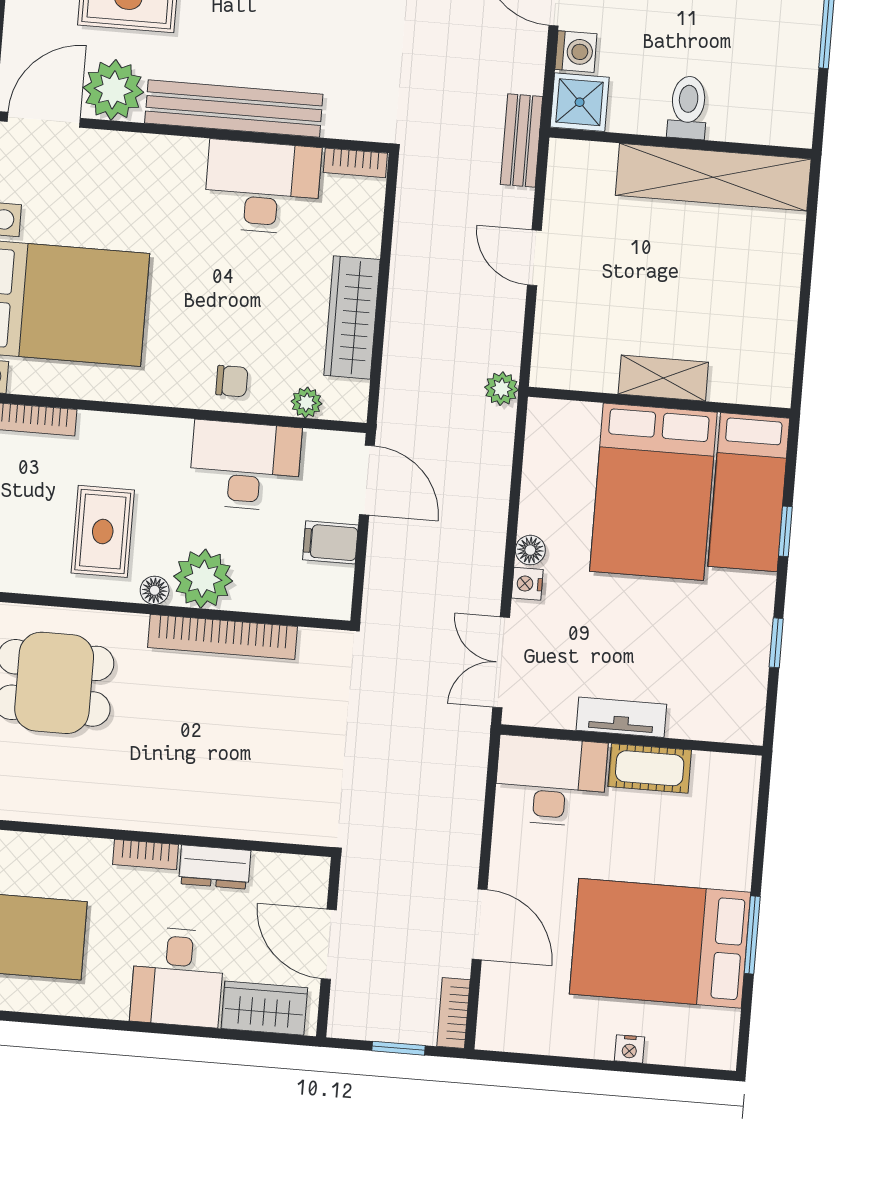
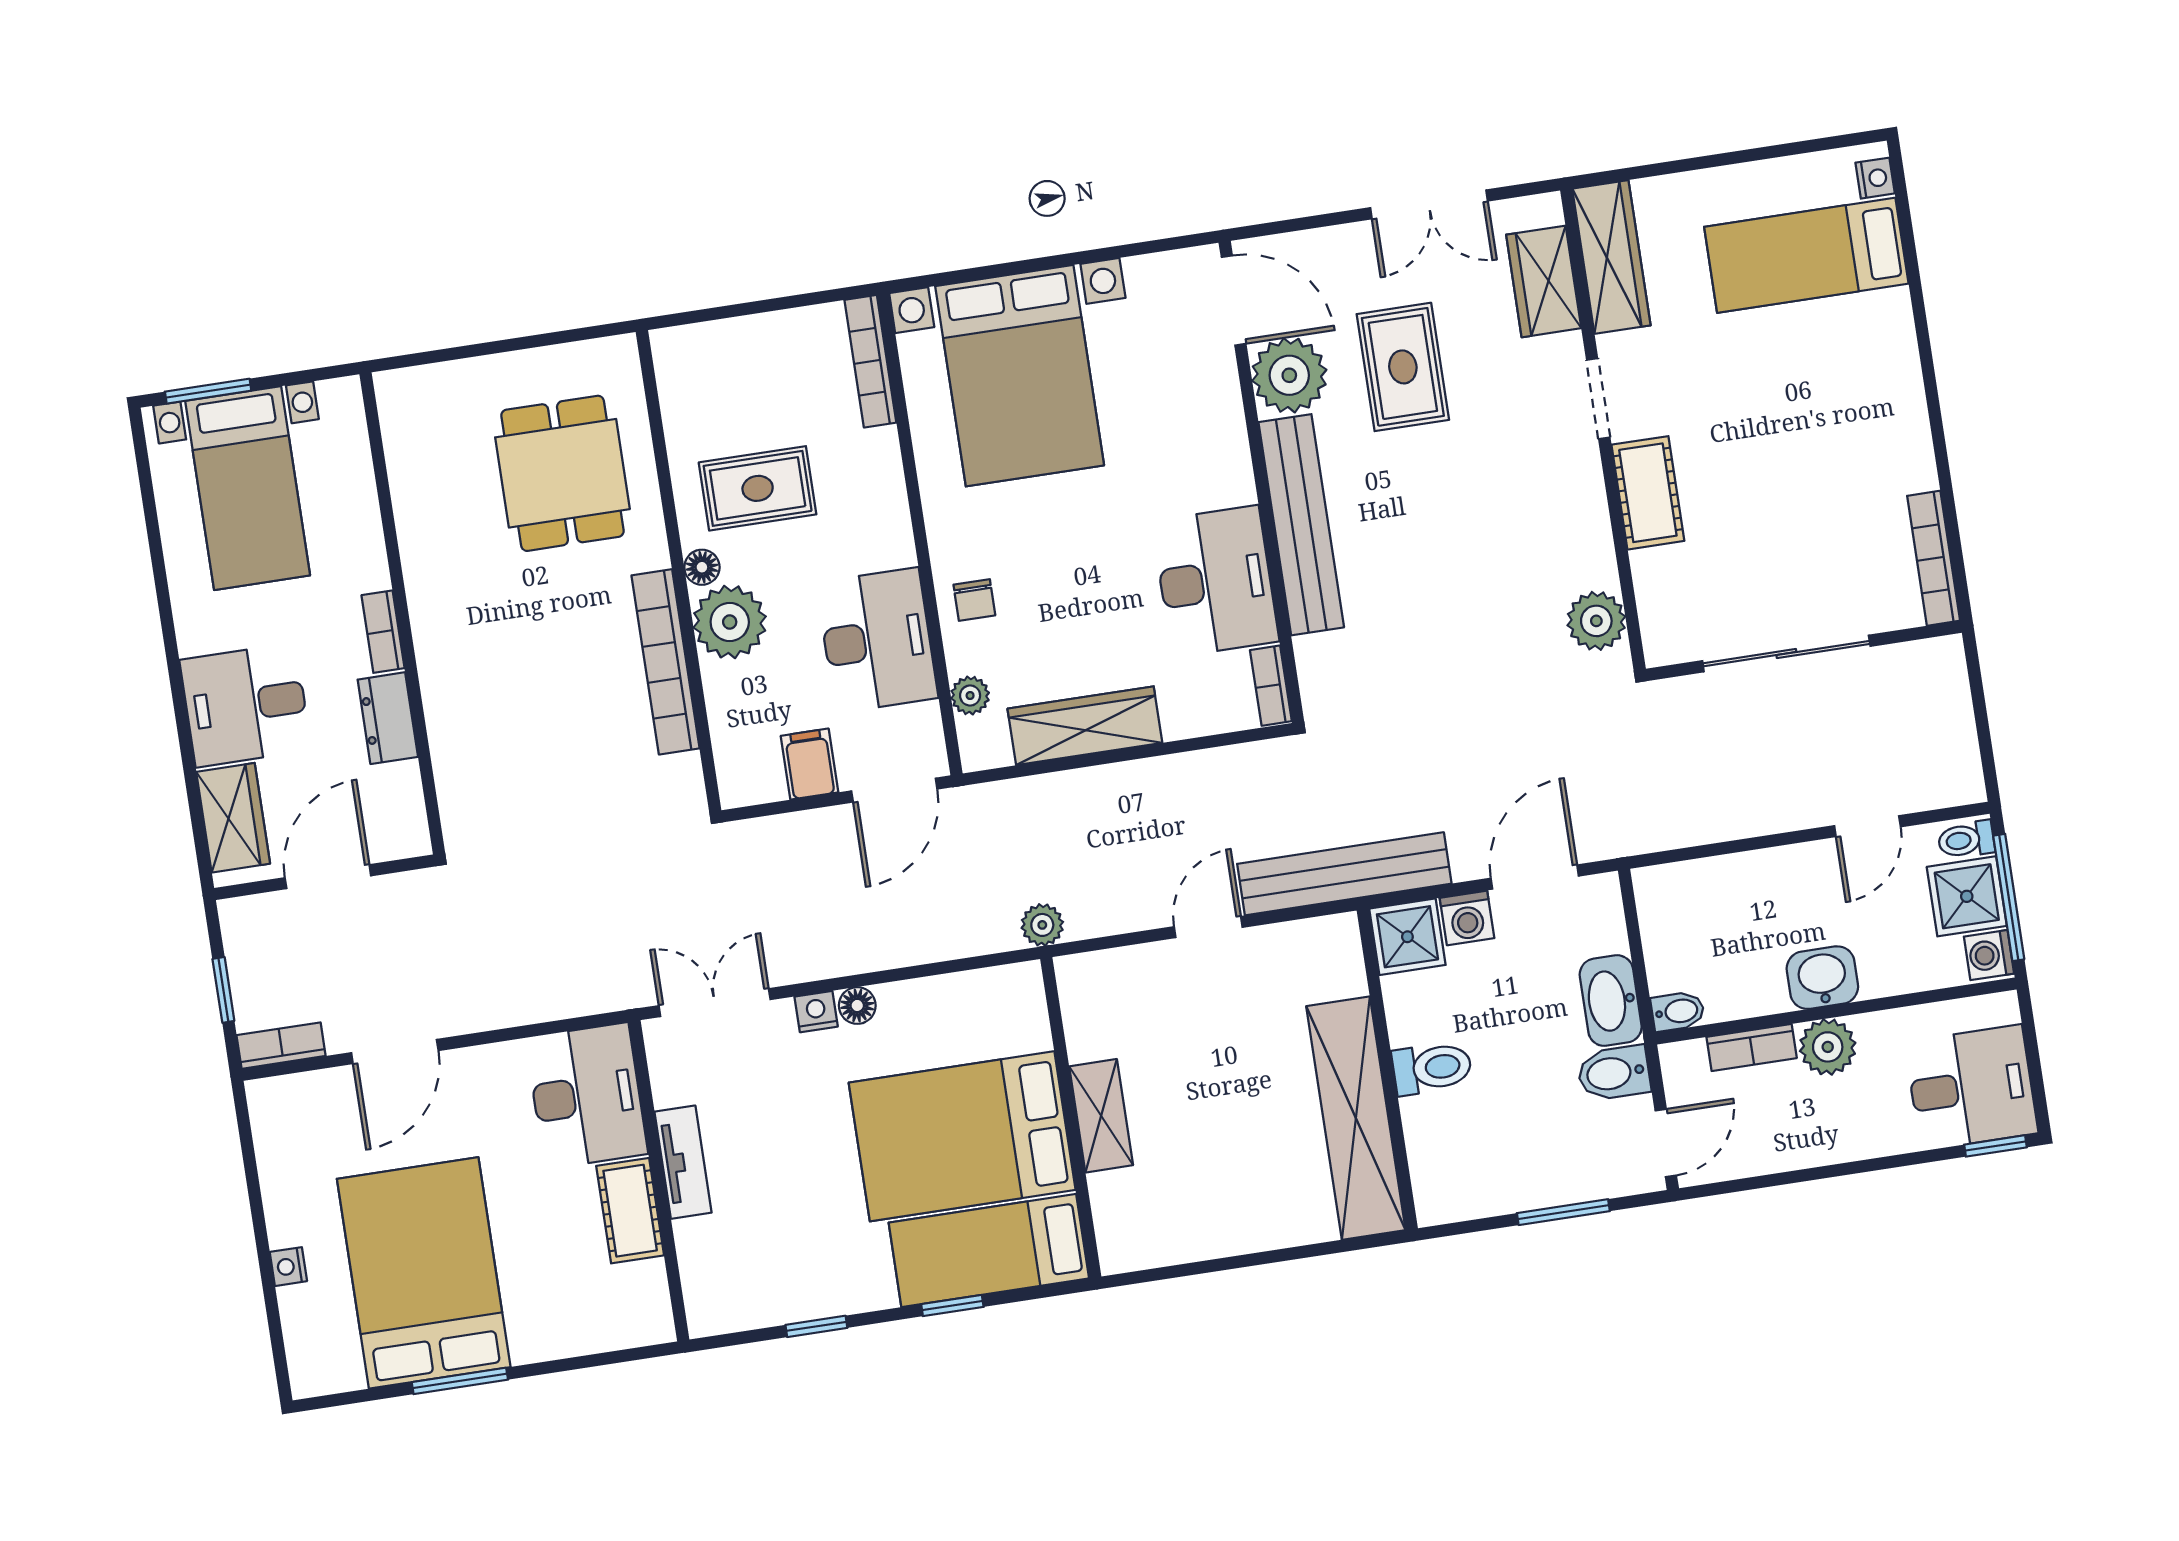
bench: (522, 140) -> (1344, 874), width x1.86, depth x1.21

